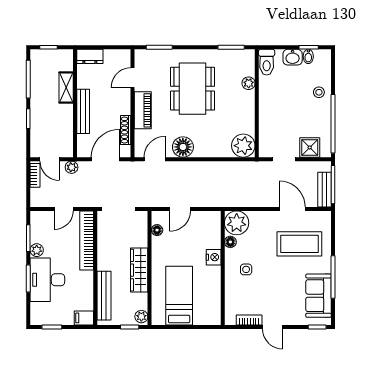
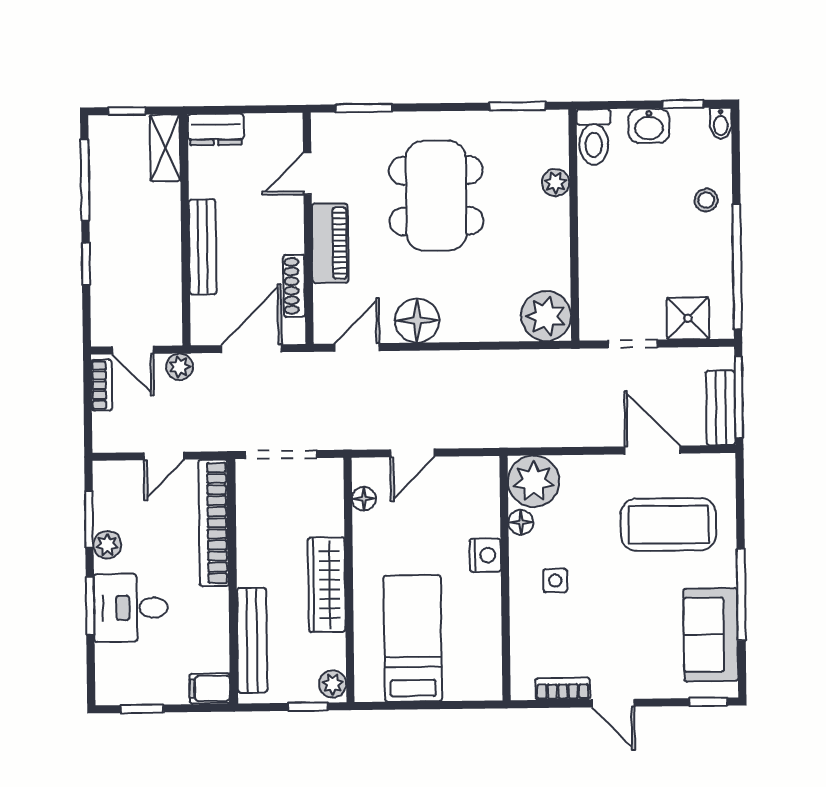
bidet: (308, 56) -> (721, 123), moved
shelving: (66, 87) -> (165, 148), moved
desk: (47, 280) -> (131, 608), width x0.73

